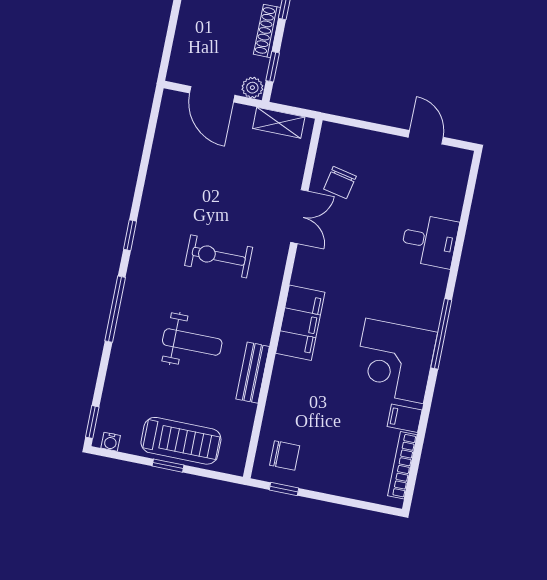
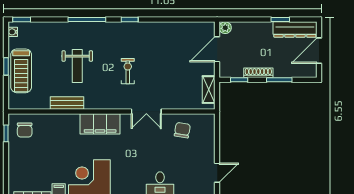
plant: (252, 88) -> (225, 28), moved
chair: (340, 183) -> (182, 130), turned 88
double door: (299, 217) -> (146, 111), moved
exercise bike: (219, 256) -> (128, 71), width x0.73, depth x0.72

